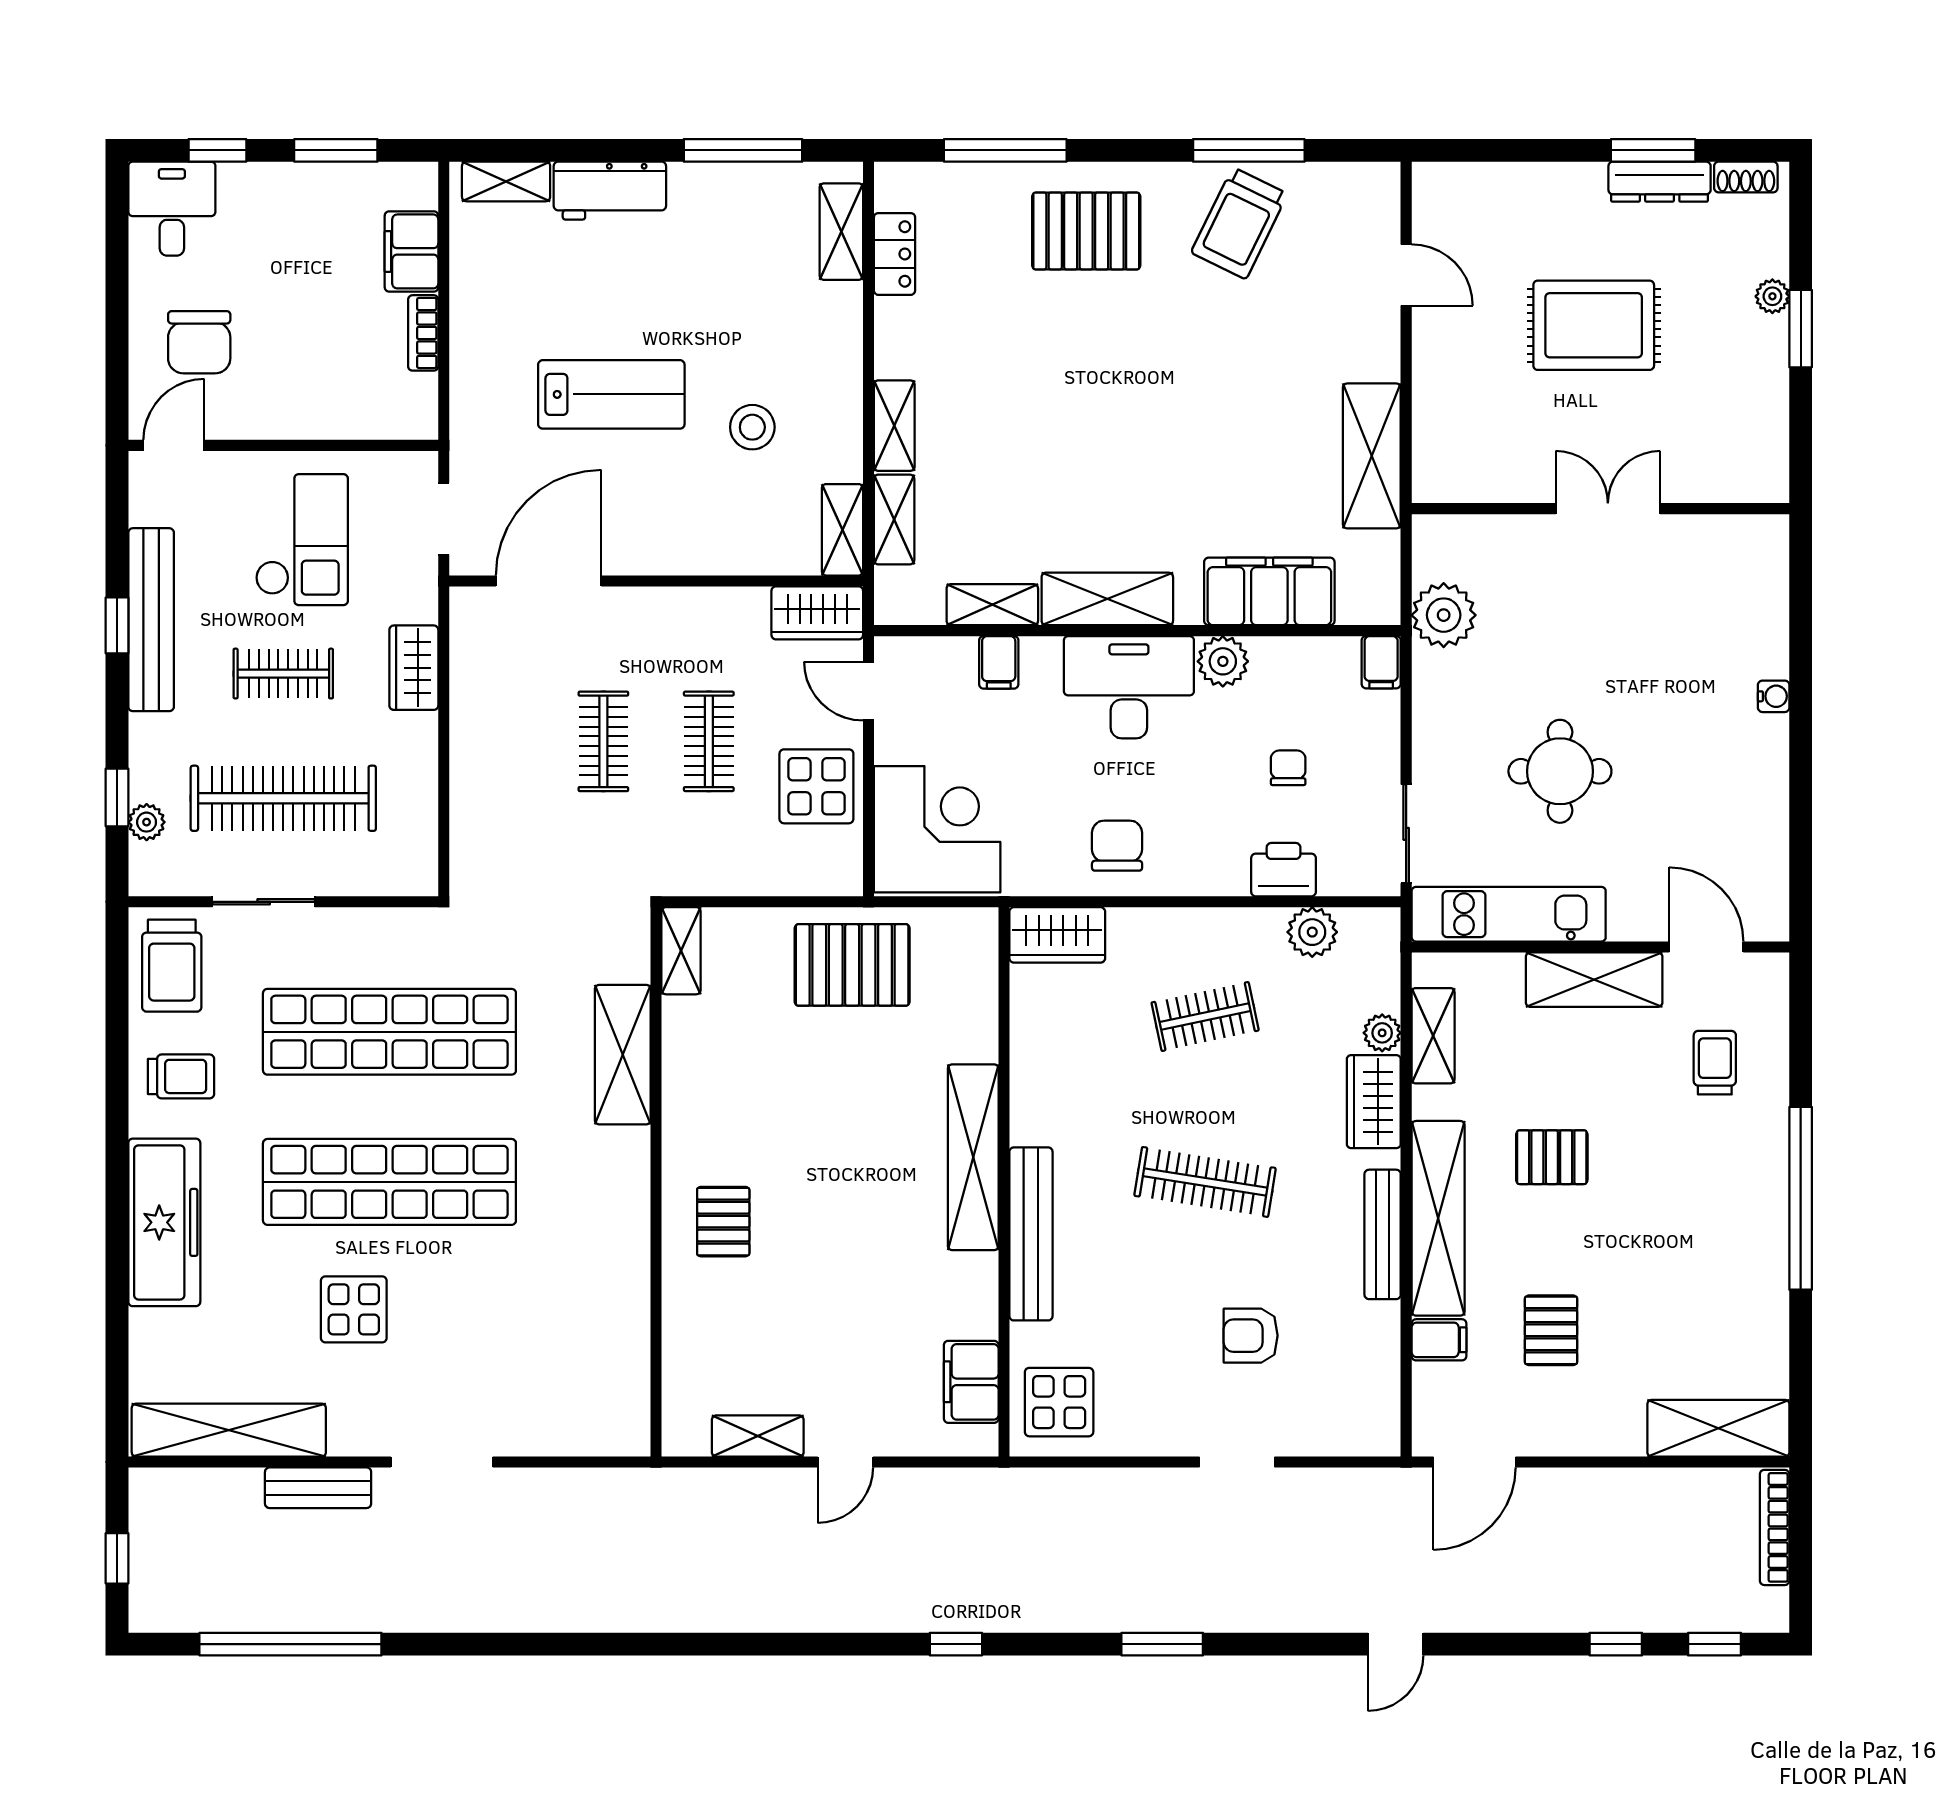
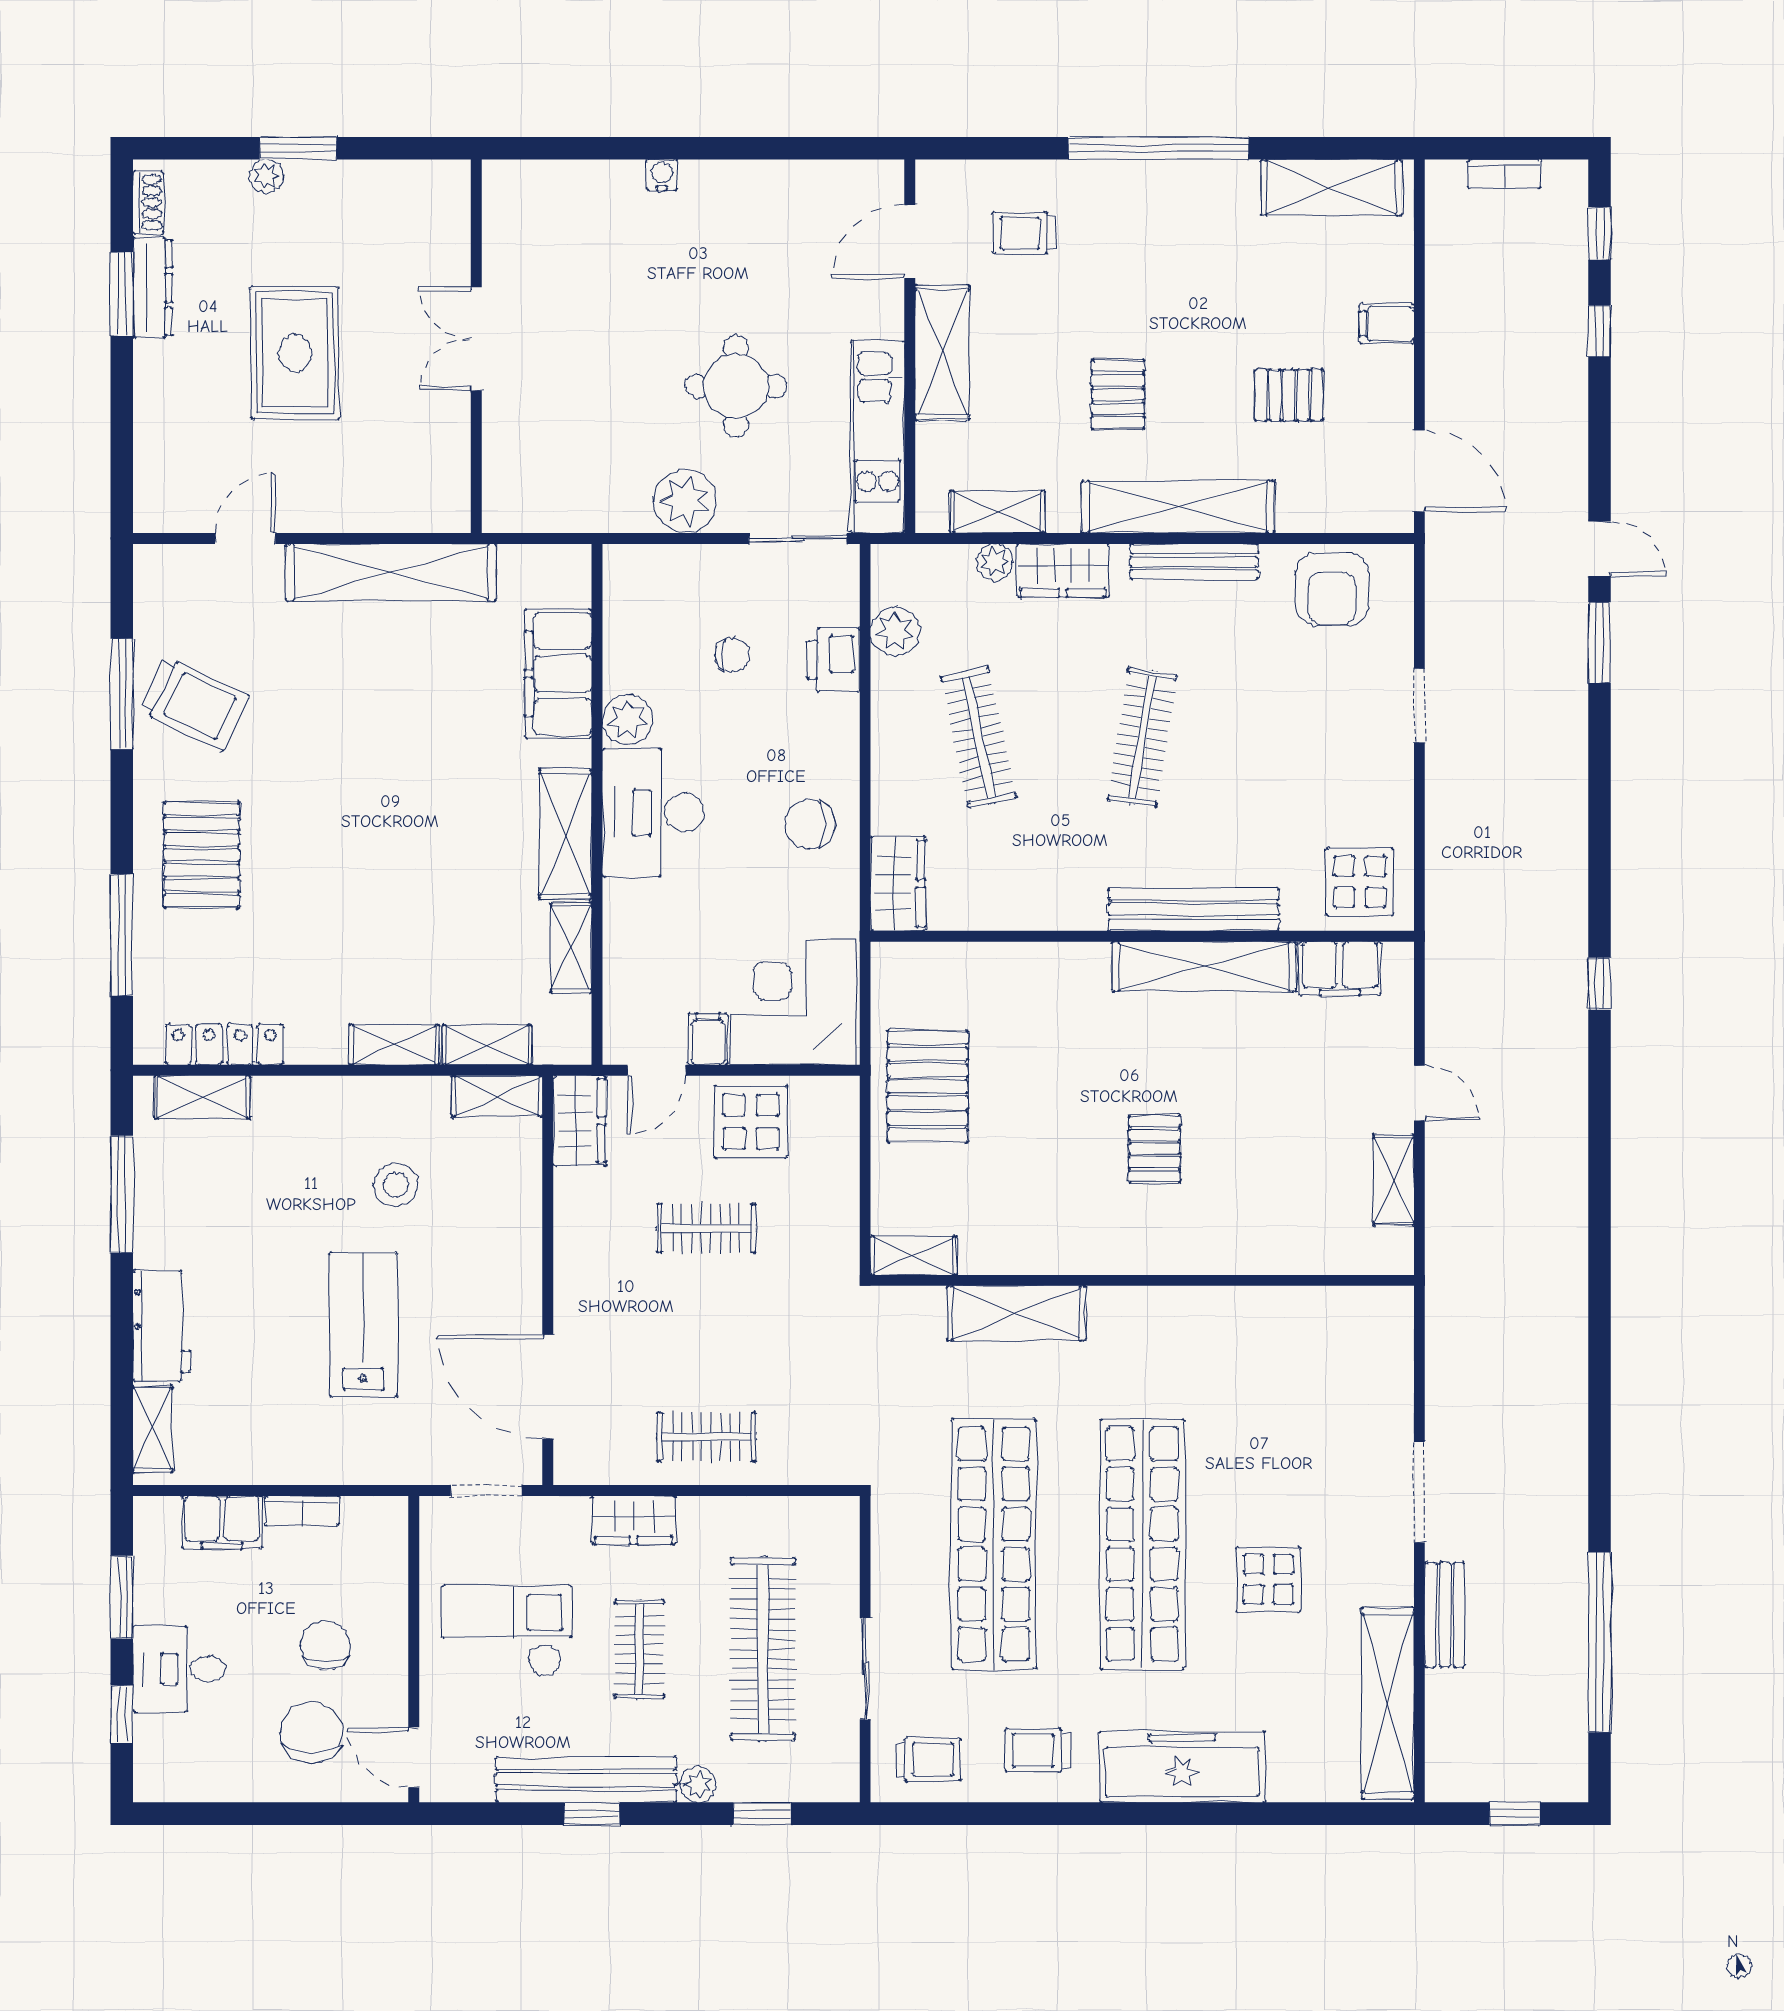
desk: (172, 209) -> (179, 1669), moved
locker: (895, 254) -> (224, 1045), width x1.53
chair: (199, 342) -> (312, 1732), turned -90
chair: (287, 356) -> (325, 1645), added
shelving: (1372, 456) -> (391, 572), width x1.47
plant: (1444, 615) -> (685, 501), moved
filing cabinet: (999, 662) -> (708, 1039), moved, turned -90
filing cabinet: (1381, 662) -> (628, 563), removed
clothes rail: (603, 741) -> (706, 1437), moved
chair: (1288, 768) -> (733, 655), turned 180
plant: (147, 822) -> (698, 1784), moved
trolley: (172, 966) -> (928, 1759), width x0.73, depth x0.72
clothes rail: (1205, 1016) -> (979, 737), width x1.36
trolley: (181, 1076) -> (1038, 1750), turned -90
shelving: (973, 1157) -> (1204, 967), moved
pallet: (723, 1222) -> (1154, 1149), moved, turned 90
armchair: (1251, 1336) -> (1332, 589), moved, width x1.38, depth x1.38
filing cabinet: (1439, 1340) -> (1387, 324), moved, turned -90
shelving: (1718, 1428) -> (1331, 187), moved, turned 90
bookcase: (1775, 1527) -> (1505, 174), width x0.64
window: (1162, 1644) -> (1599, 643), moved

